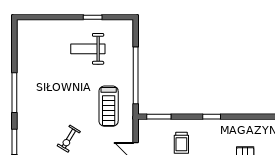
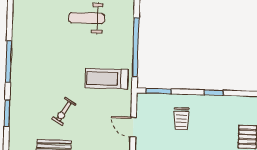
treadmill: (109, 106) -> (106, 79), turned 90

